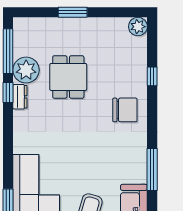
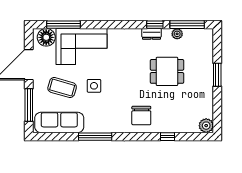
plant: (26, 70) -> (177, 34), width x0.53, depth x0.53
side table: (87, 171) -> (94, 86), added

